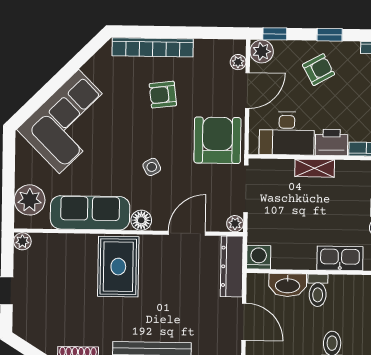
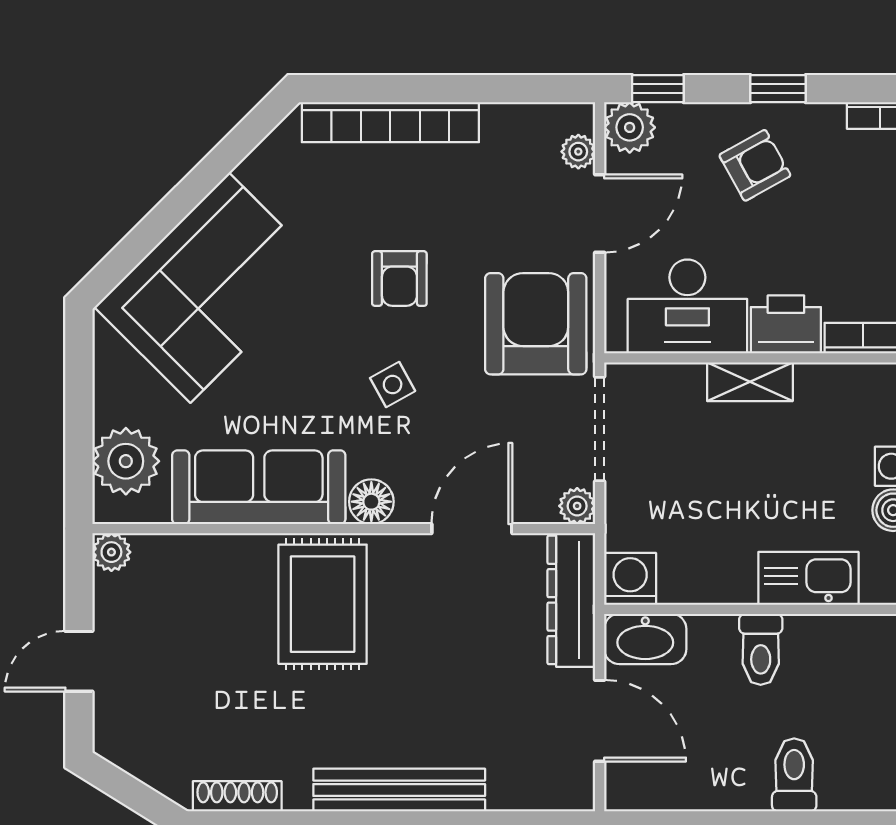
armchair: (163, 95) -> (399, 279), moved, turned -83
washbasin: (288, 285) -> (645, 639), moved

